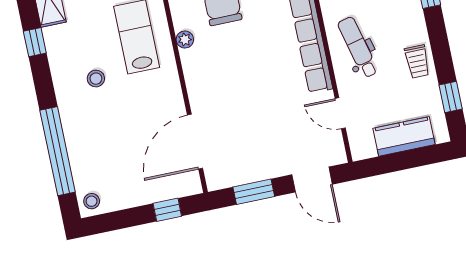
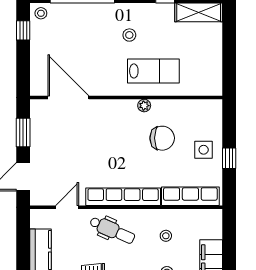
dental chair: (358, 47) -> (112, 230), turned 38
window: (167, 210) -> (23, 30), moved

